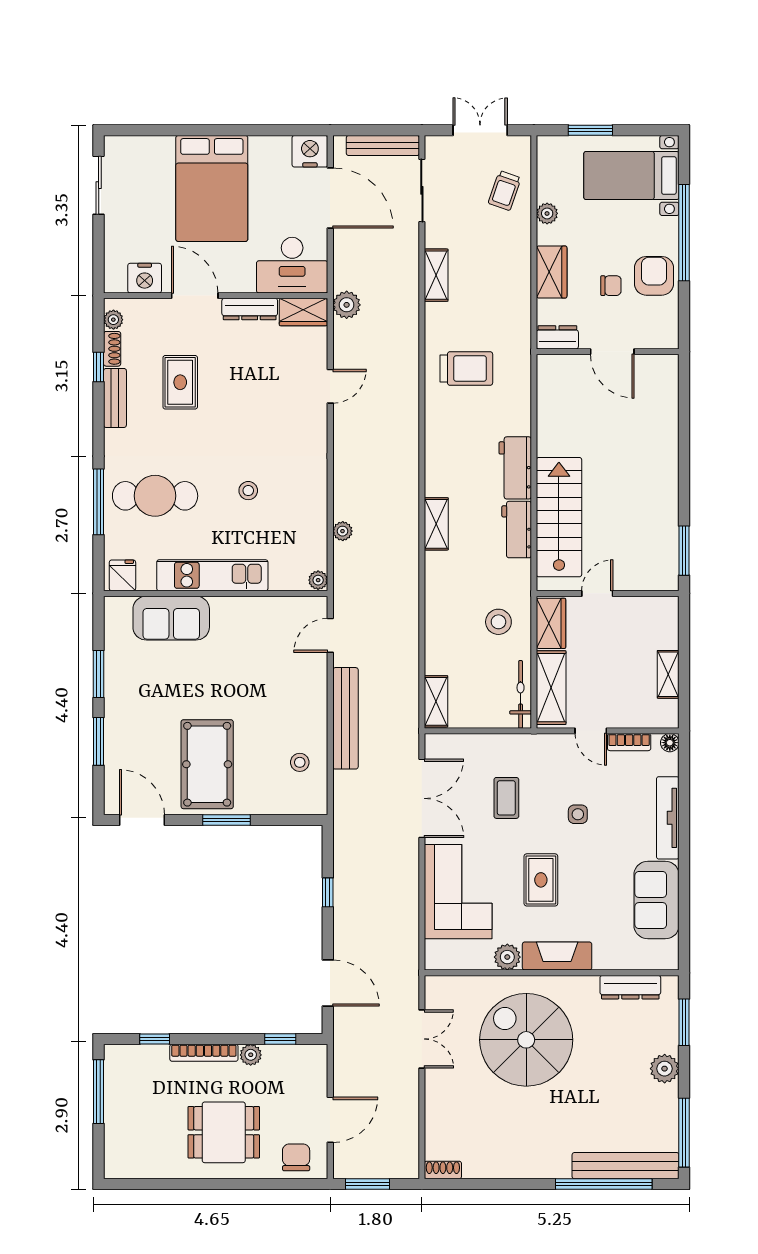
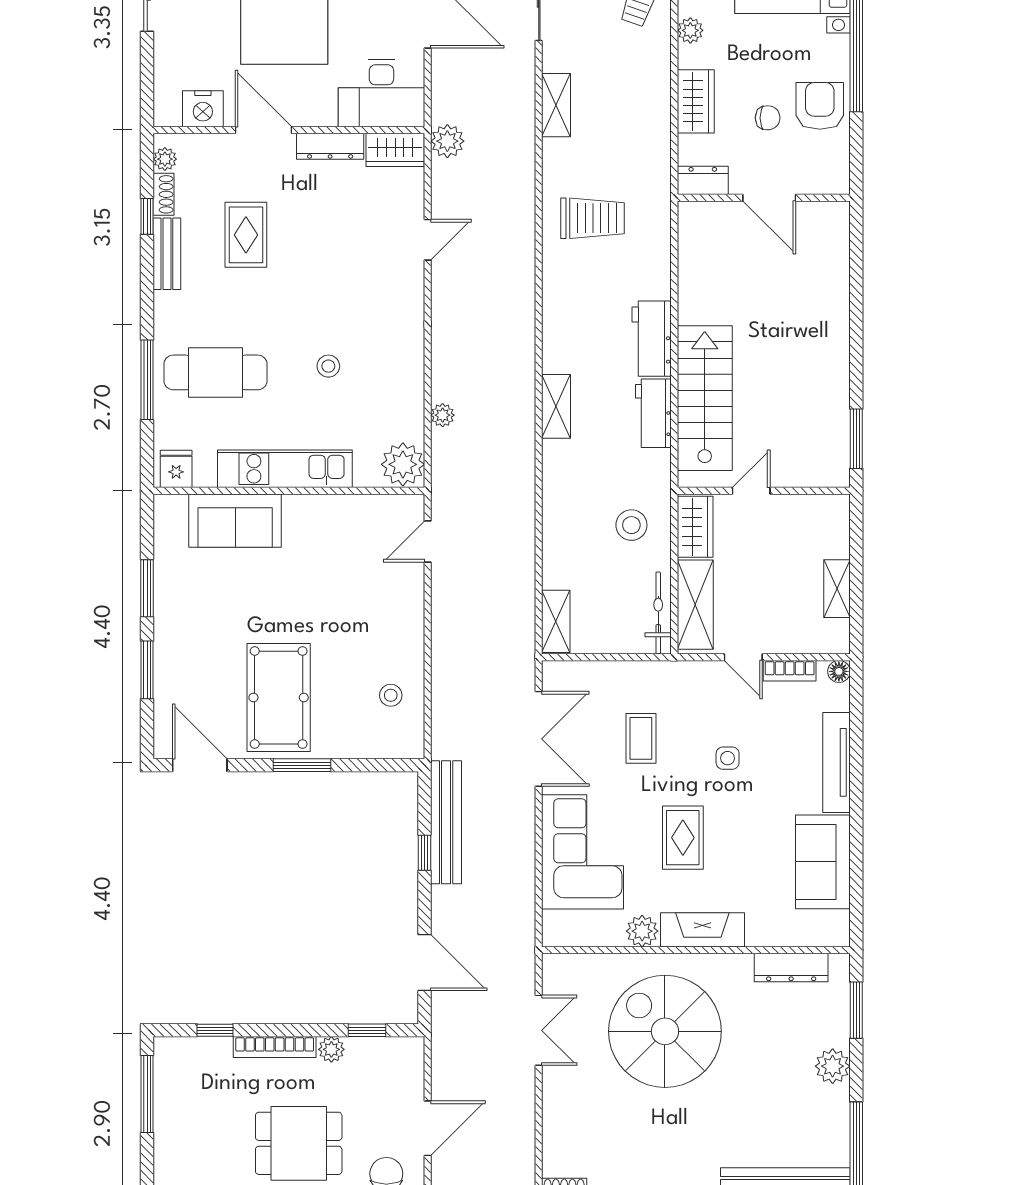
plant: (318, 580) -> (403, 464), width x1.87, depth x1.87
bench: (345, 718) -> (446, 822), moved

